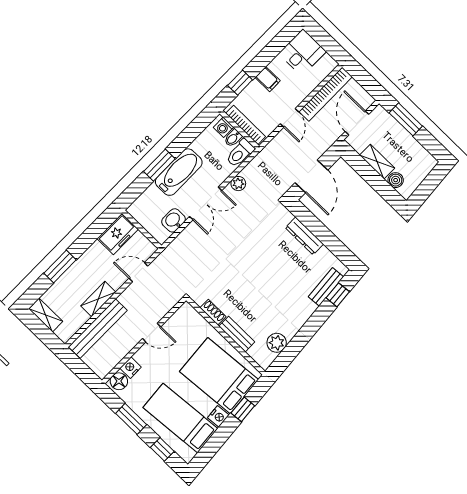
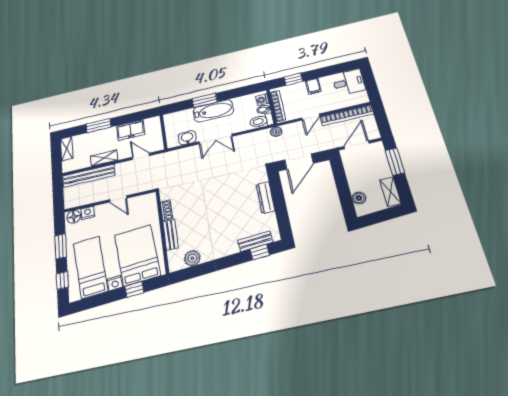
shelving: (377, 162) -> (390, 192), moved
plant: (238, 184) -> (276, 132), moved
freezer: (118, 234) -> (131, 130), moved

